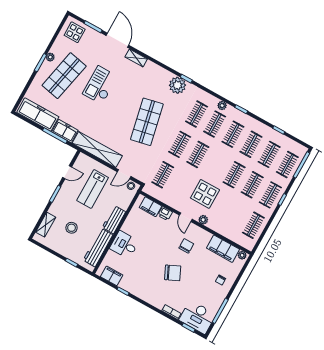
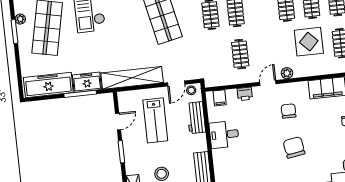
clothes rail: (163, 175) -> (240, 54), moved
display table: (205, 194) -> (309, 42), moved
filing cabinet: (151, 207) -> (220, 98), width x0.50
door: (186, 217) -> (268, 83), swing flipped
workbench: (114, 220) -> (196, 118), moved
desk: (124, 245) -> (224, 135), moved
chair: (173, 273) -> (294, 147), turned -74

